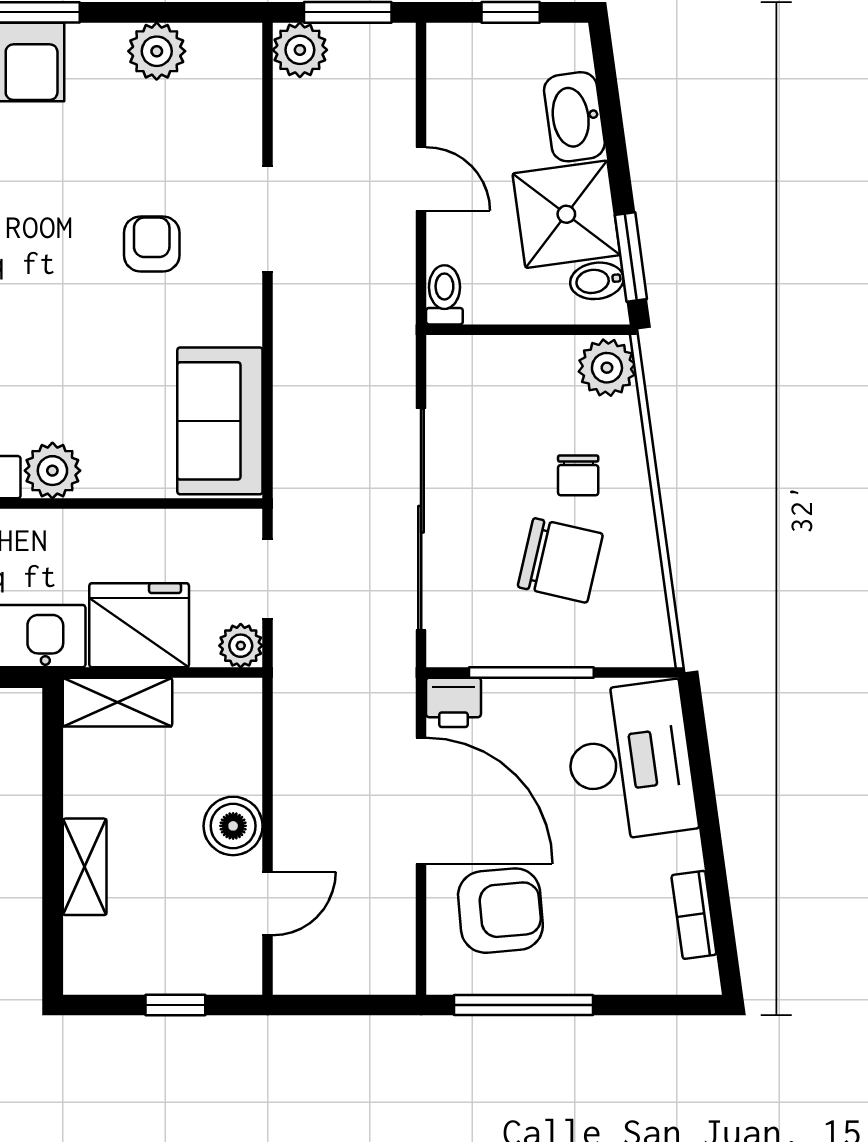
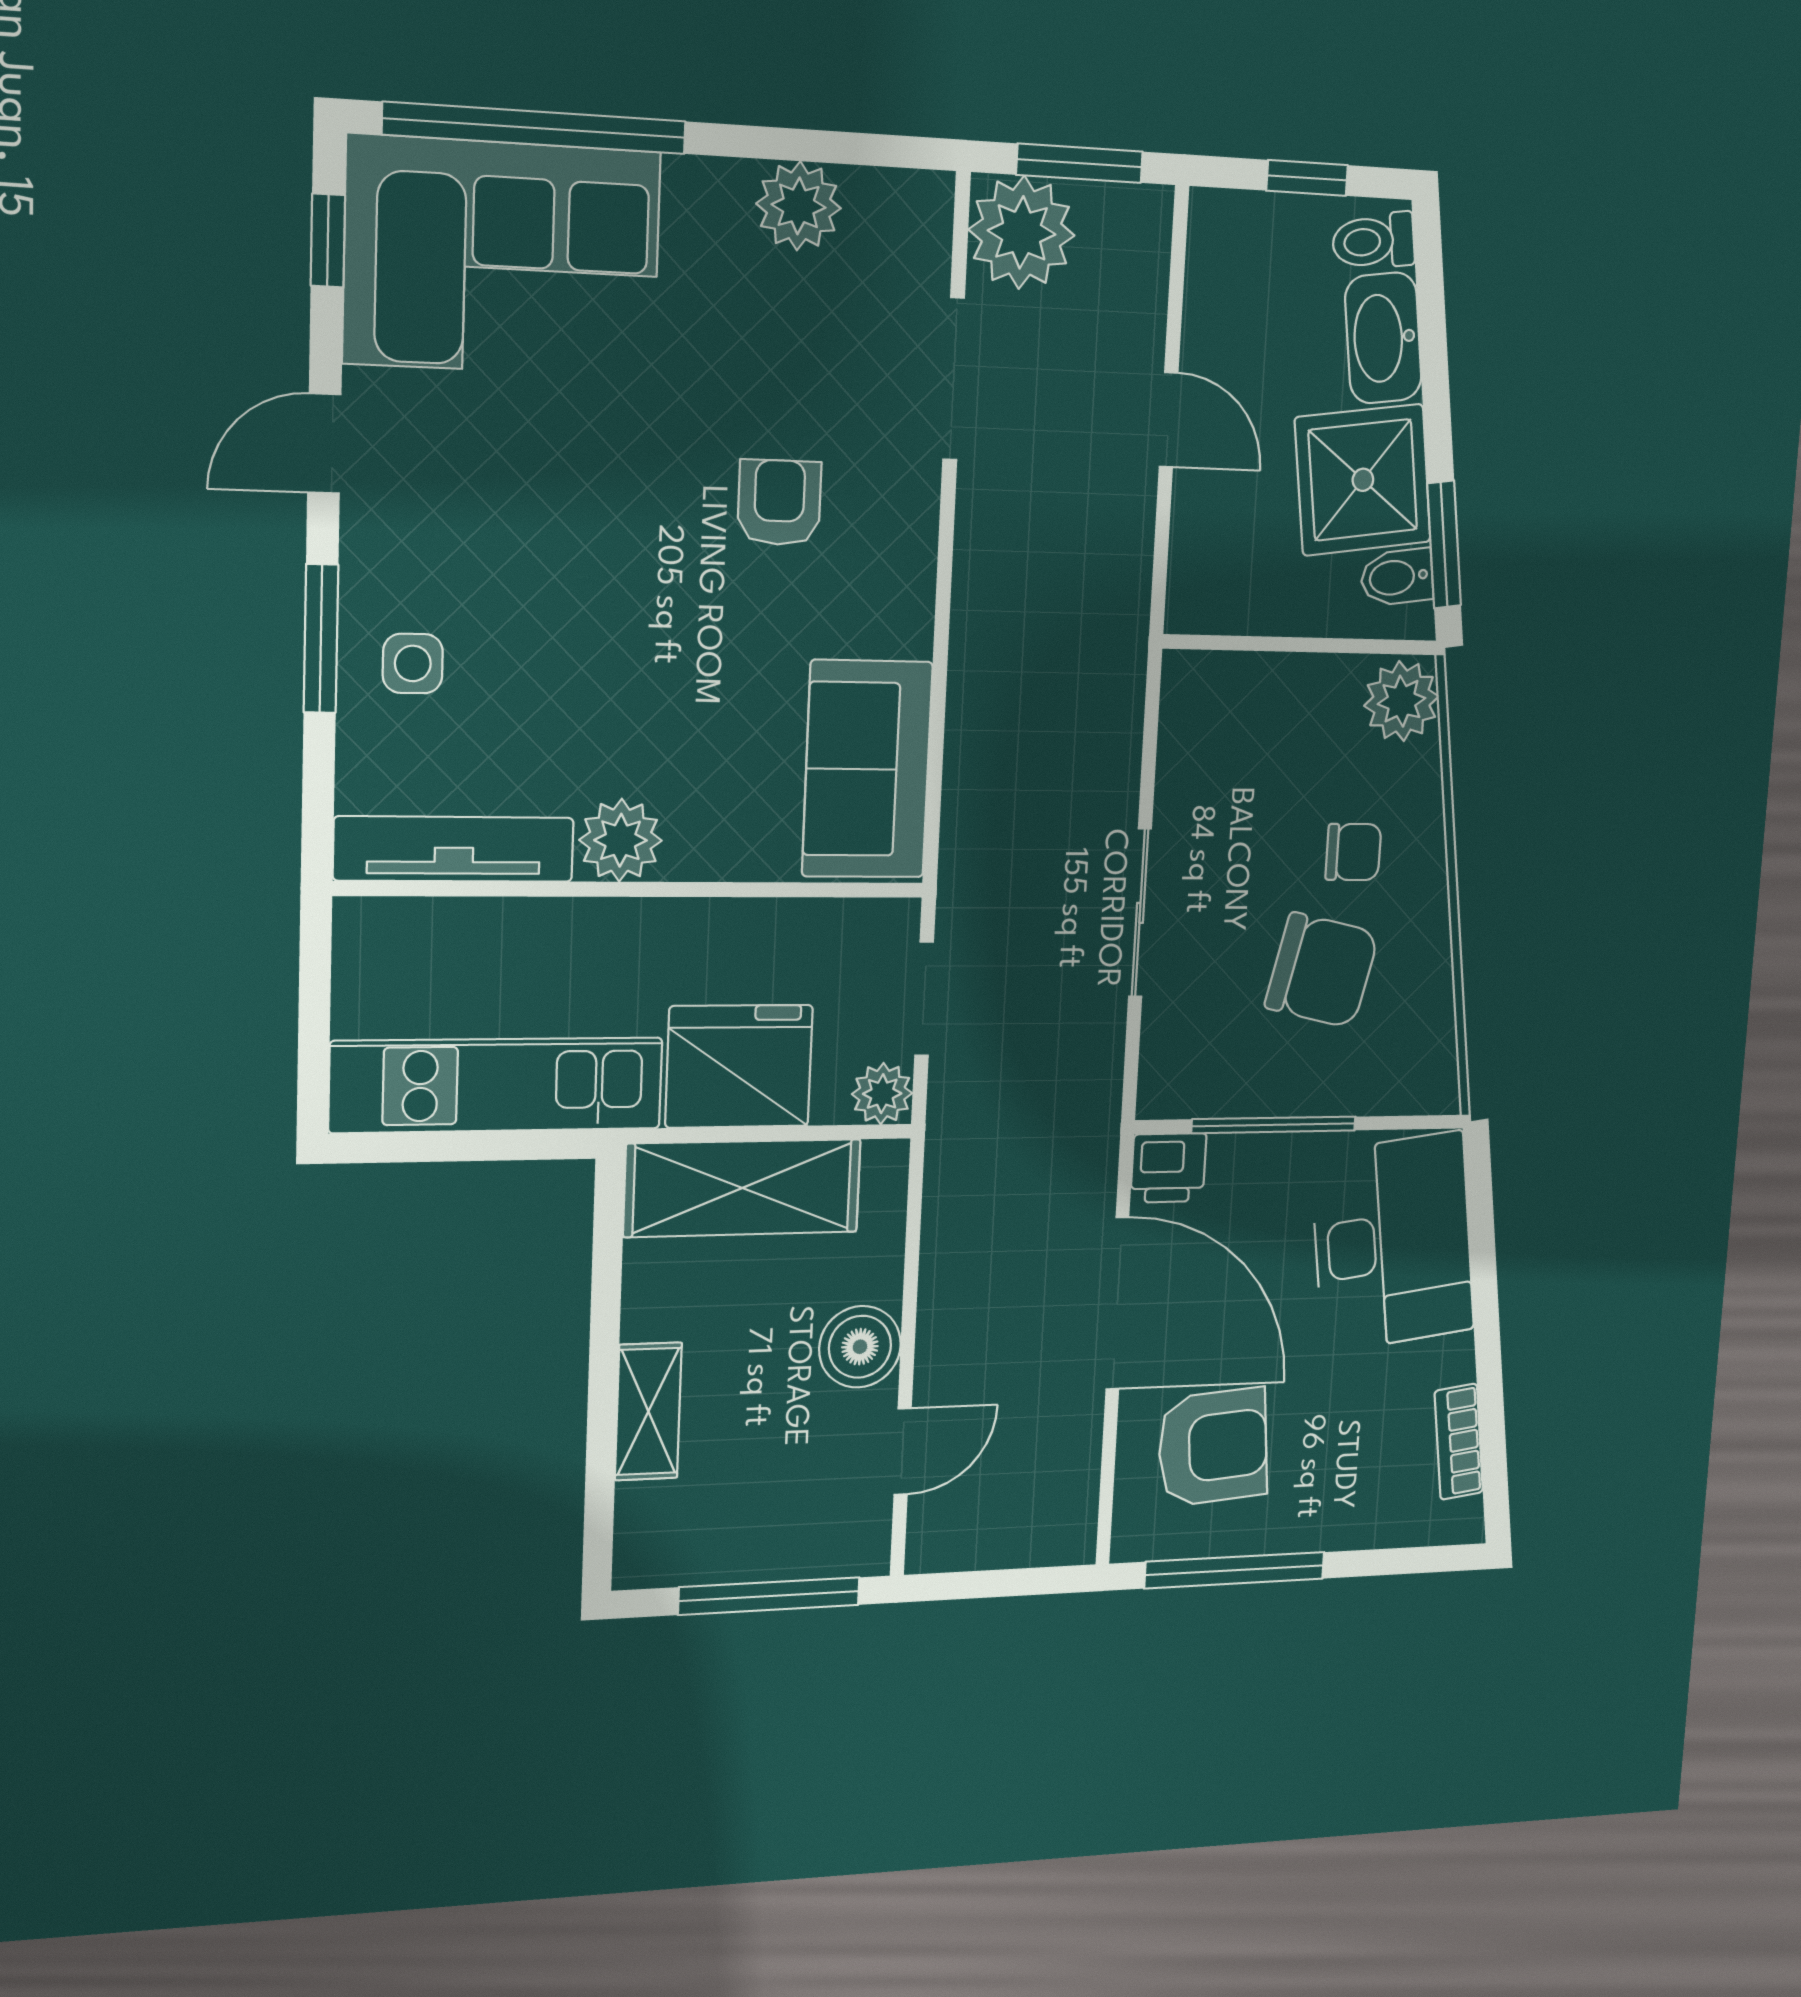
plant: (300, 50) -> (1022, 232), width x1.36, depth x1.36
doorway: (268, 219) -> (954, 379), moved
toilet: (444, 295) -> (1373, 241), moved, turned -98
chair: (578, 475) -> (1353, 852), turned -90
sliding door: (421, 519) -> (1140, 913), width x0.54
shelving: (117, 702) -> (742, 1188), width x1.50, depth x1.33
window: (175, 1005) -> (769, 1596), width x2.17

